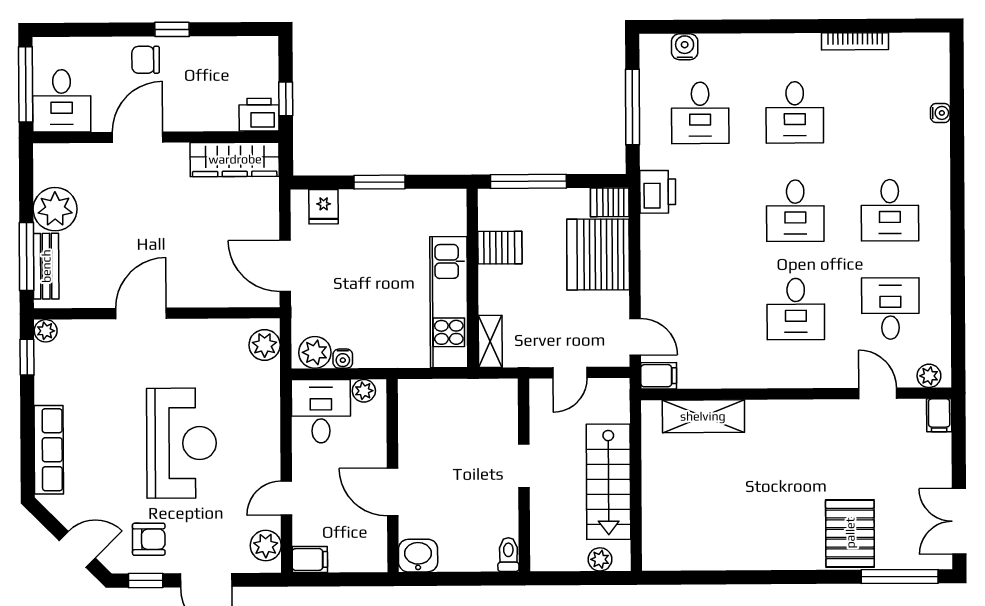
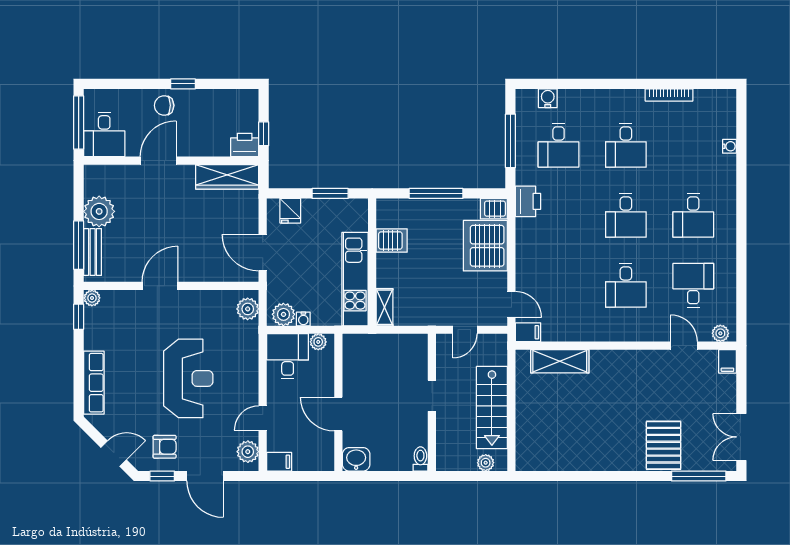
server rack: (500, 248) -> (392, 240), moved
wall: (473, 278) -> (372, 262), moved
kitchen unit: (449, 302) -> (355, 279), moved
shelving: (490, 341) -> (384, 307), moved

